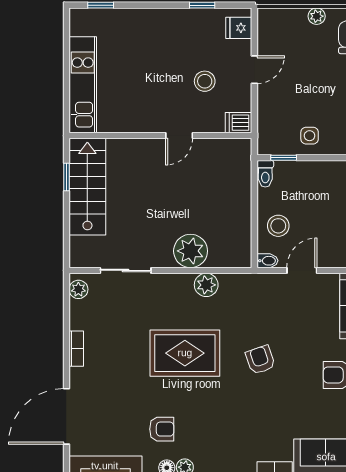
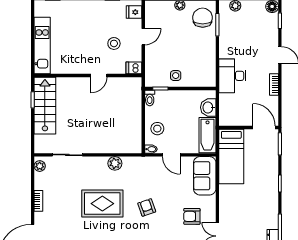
plant: (191, 251) -> (106, 143), removed
door: (302, 270) -> (171, 155), swing flipped

